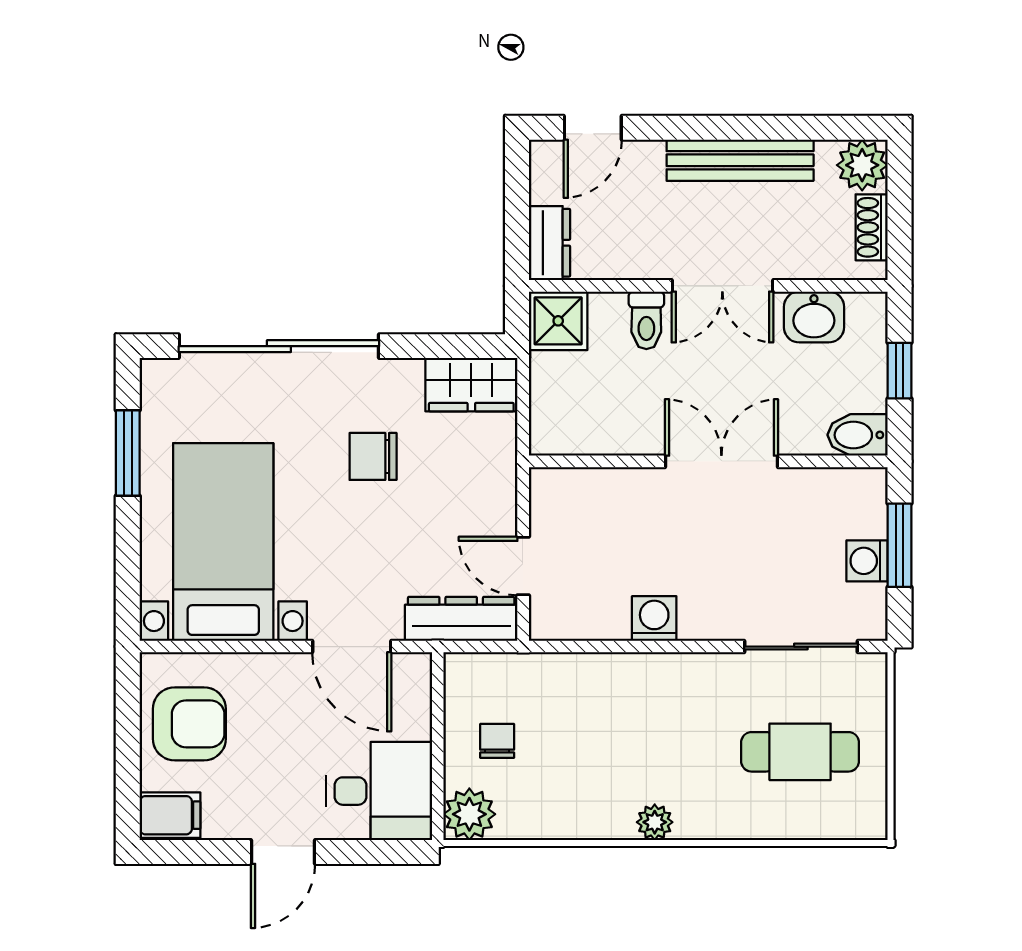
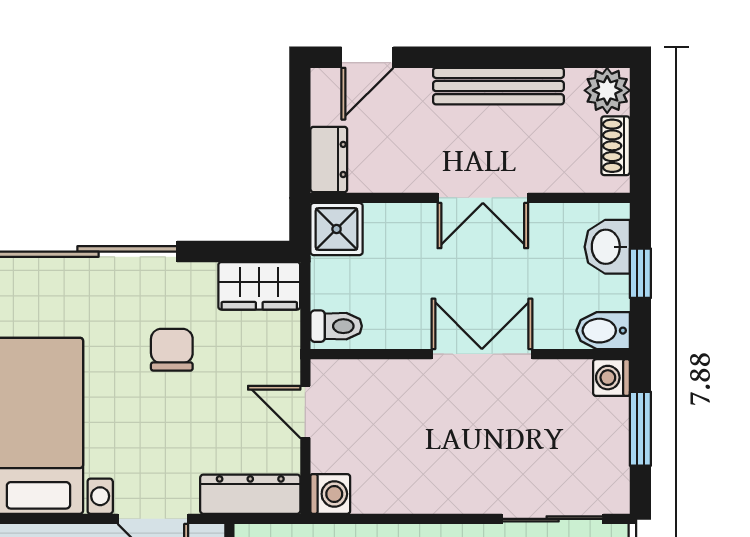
washbasin: (814, 317) -> (607, 247), moved, turned 90
toilet: (646, 320) -> (336, 326), moved, turned -90
chair: (373, 456) -> (172, 350), turned 90
washing machine: (867, 561) -> (611, 378), moved
door: (523, 566) -> (305, 412), moved
washing machine: (654, 619) -> (330, 494), moved, turned 90

